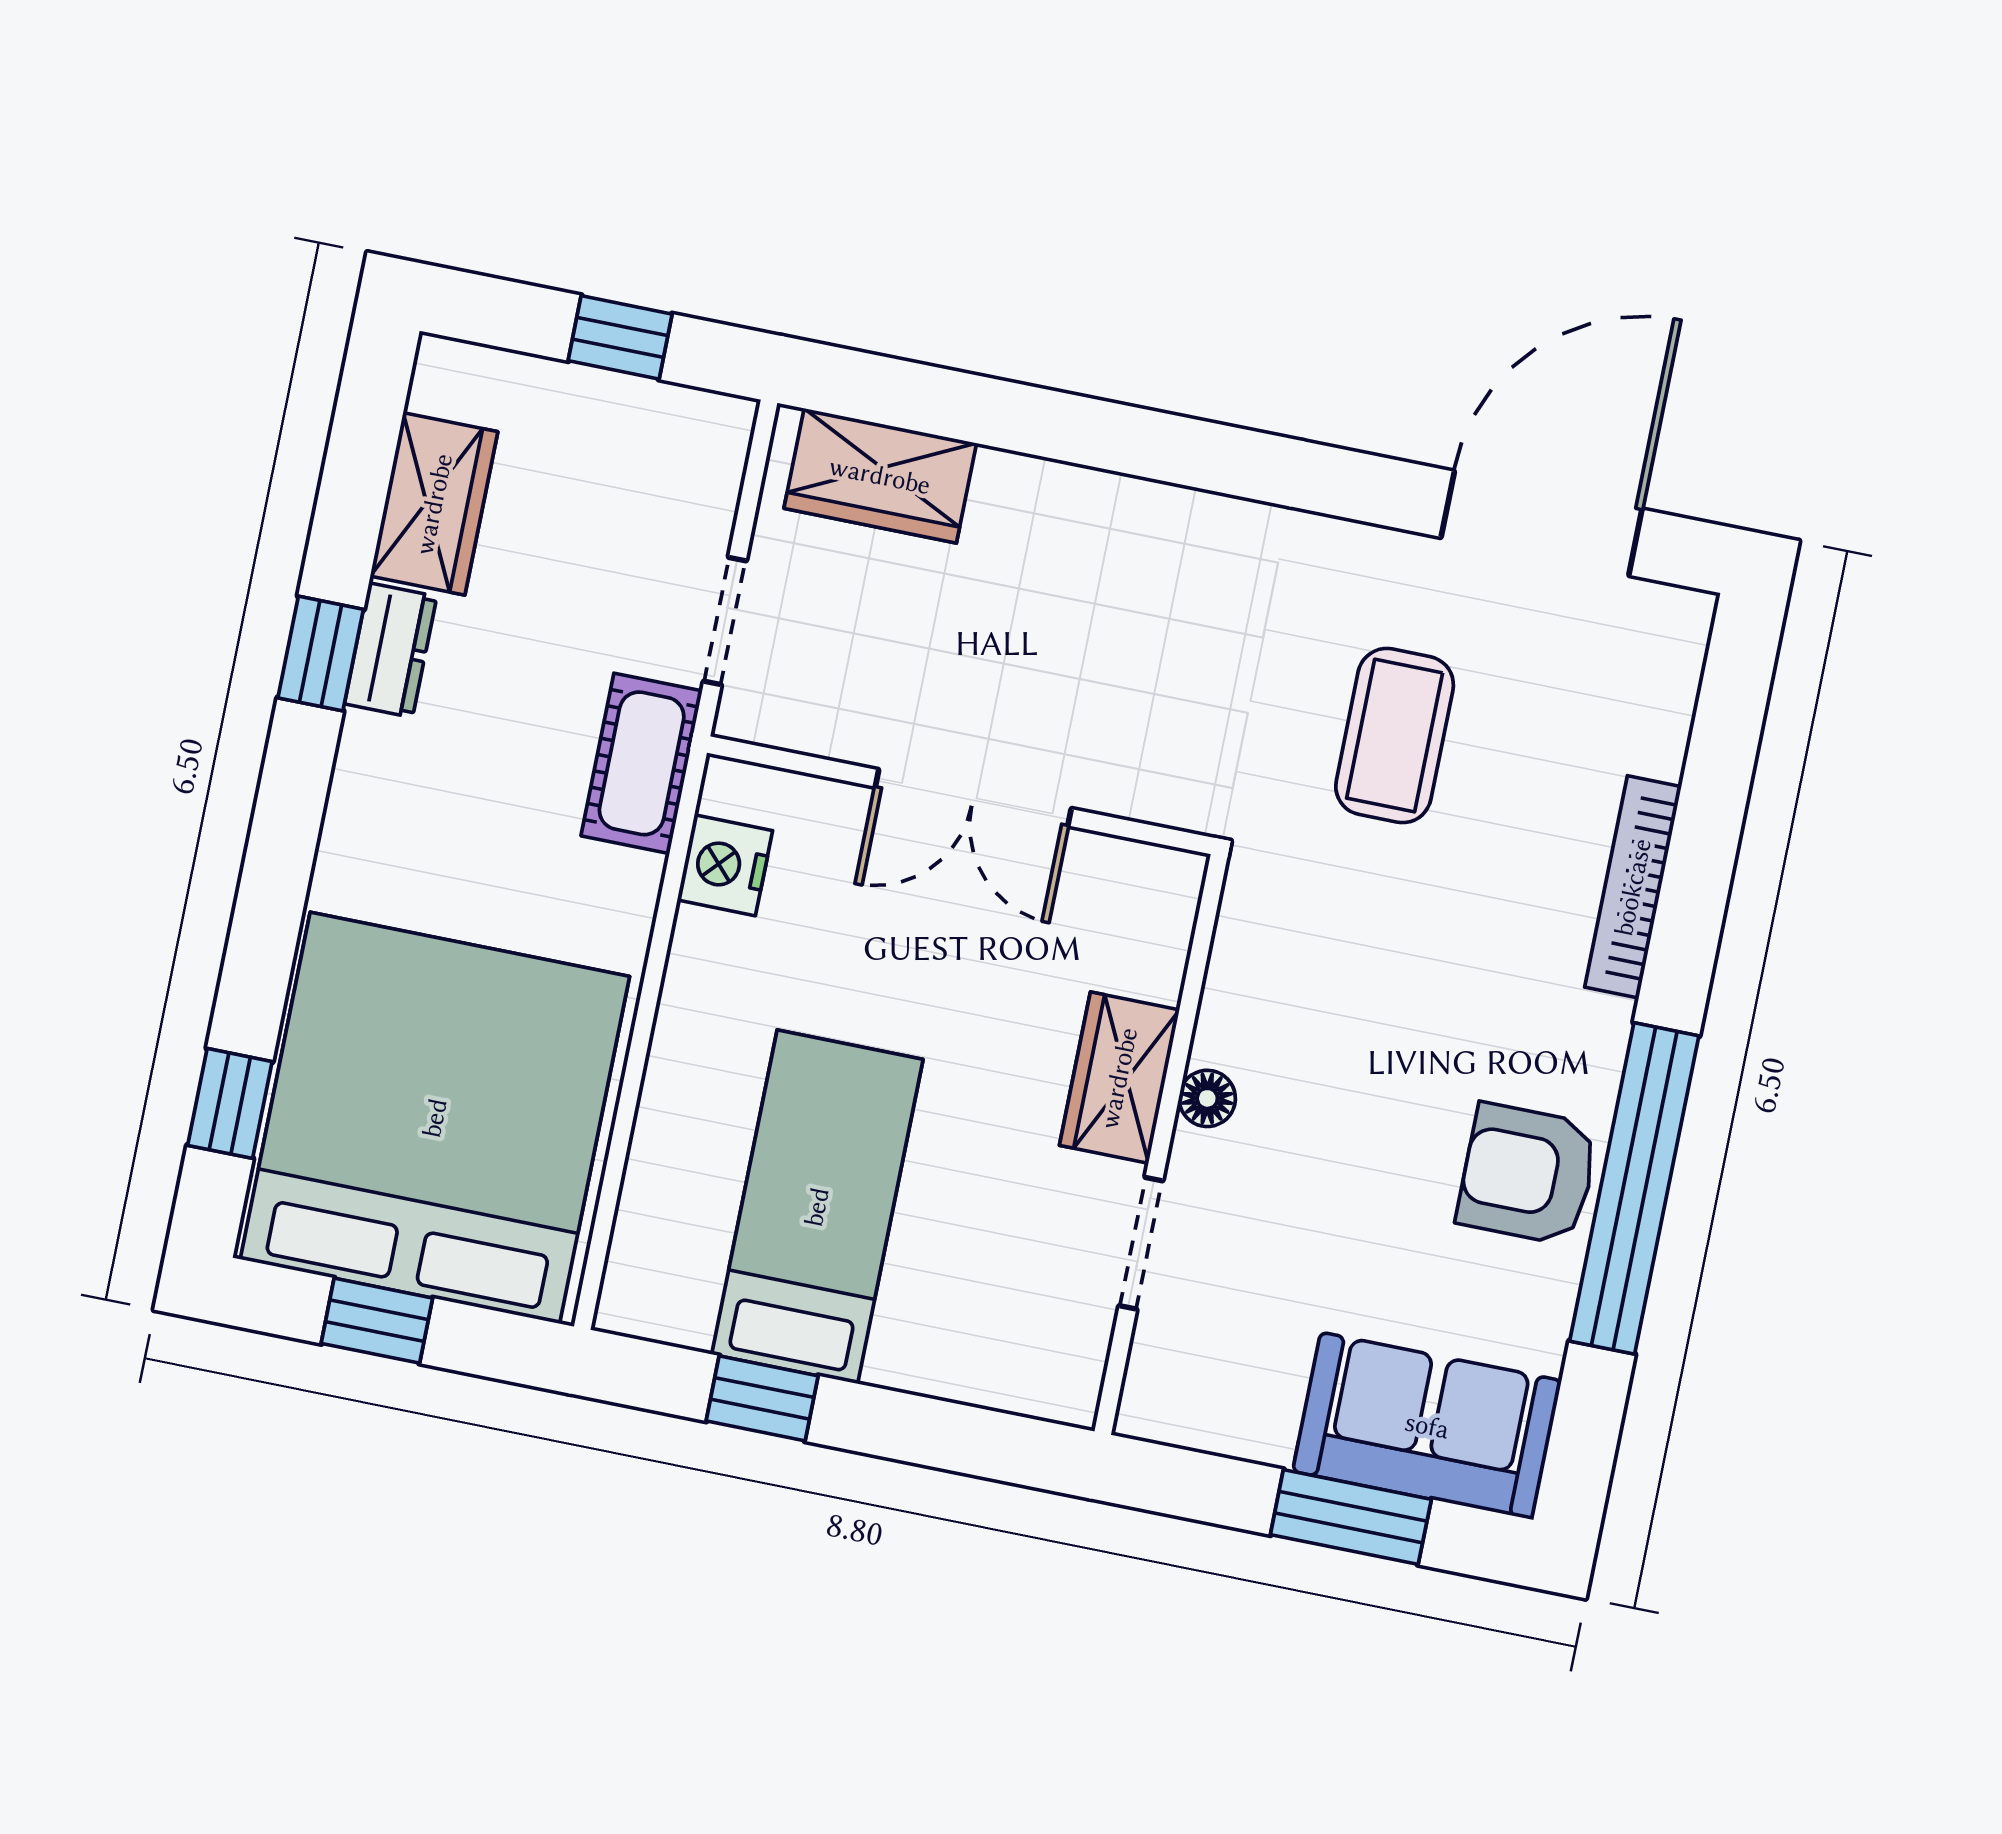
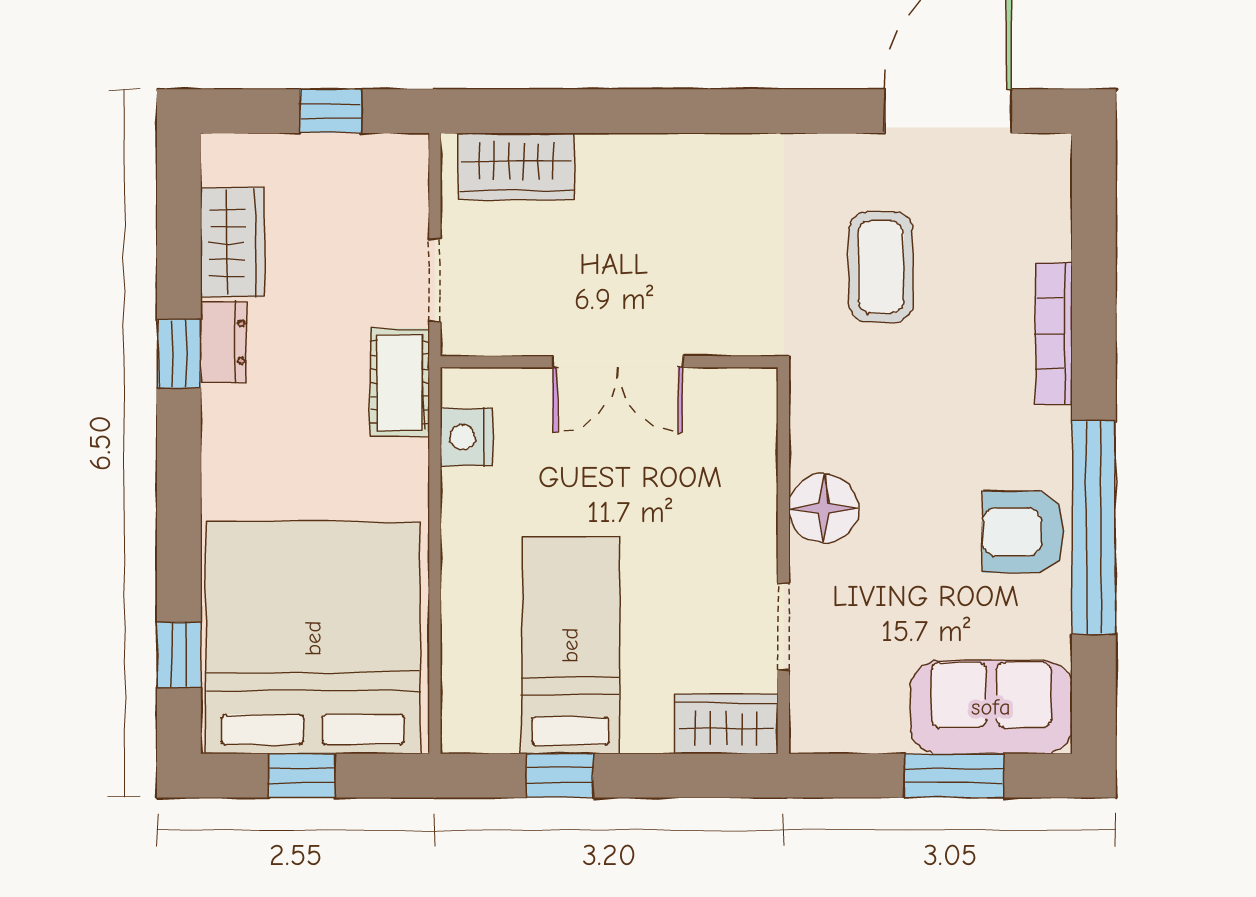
wardrobe: (1119, 1078) -> (726, 724), moved, turned 90
floor lamp: (1207, 1098) -> (824, 508), width x1.89, depth x1.89

